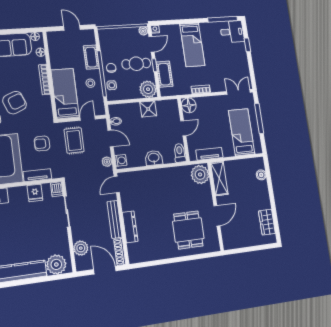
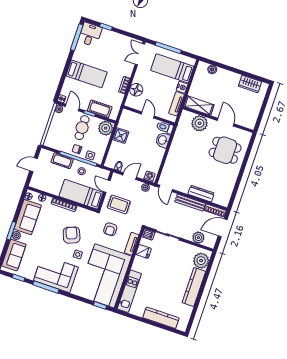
floor lamp: (189, 105) -> (136, 90), moved
nightstand: (228, 151) -> (182, 87), added
washbasin: (154, 158) -> (163, 140), moved
plant: (200, 175) -> (200, 123), moved

